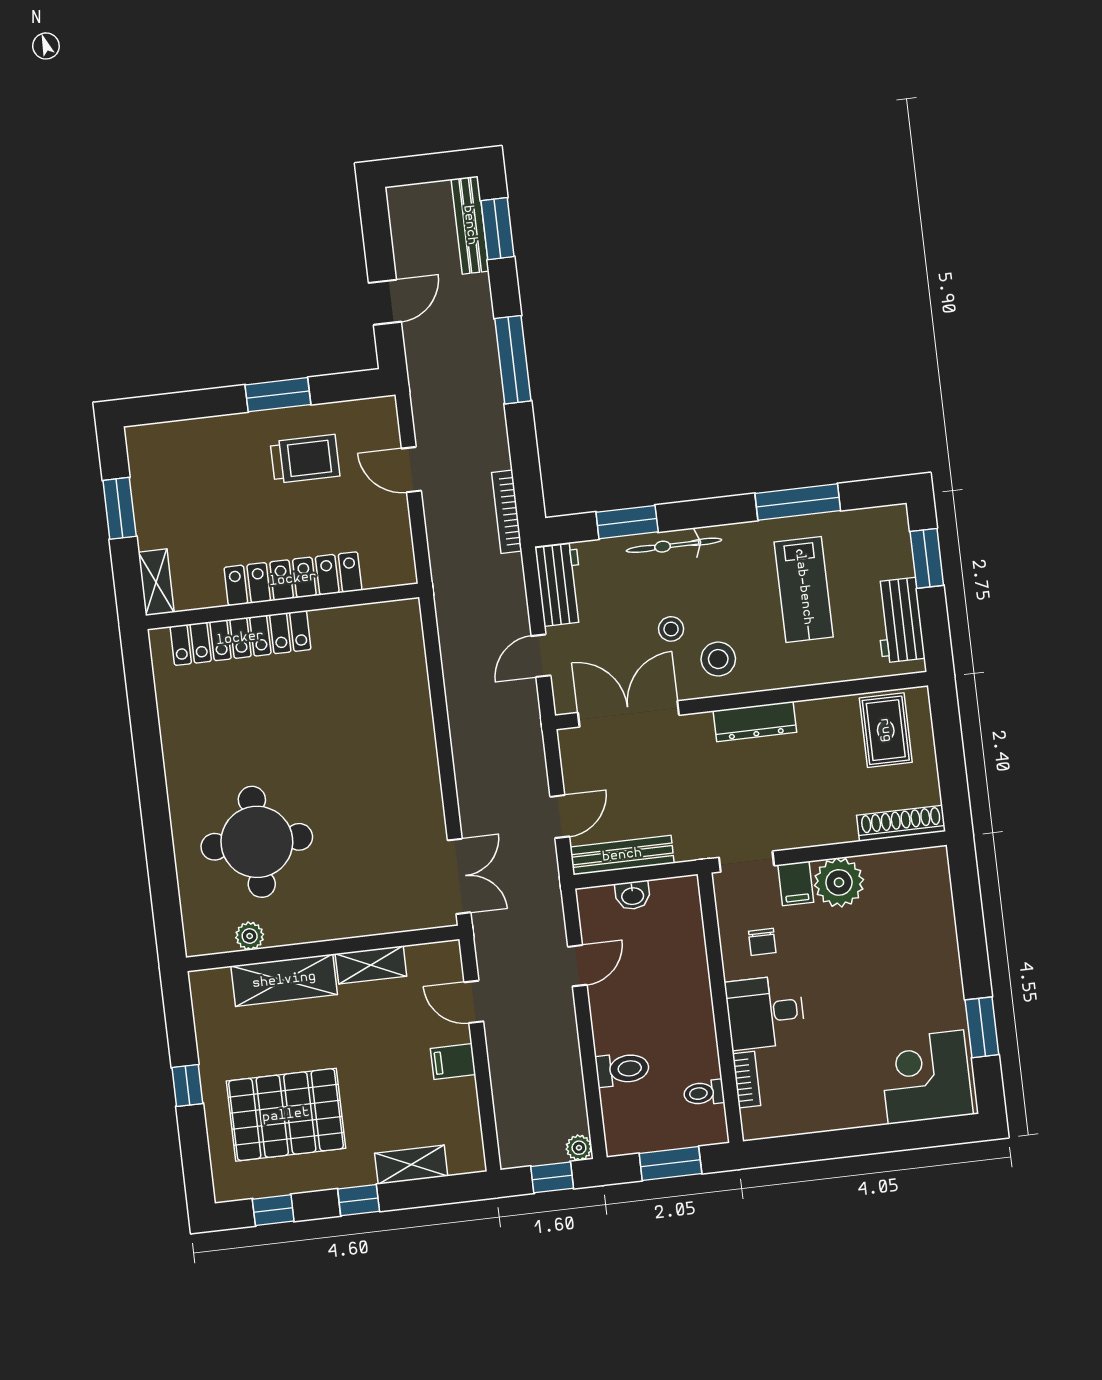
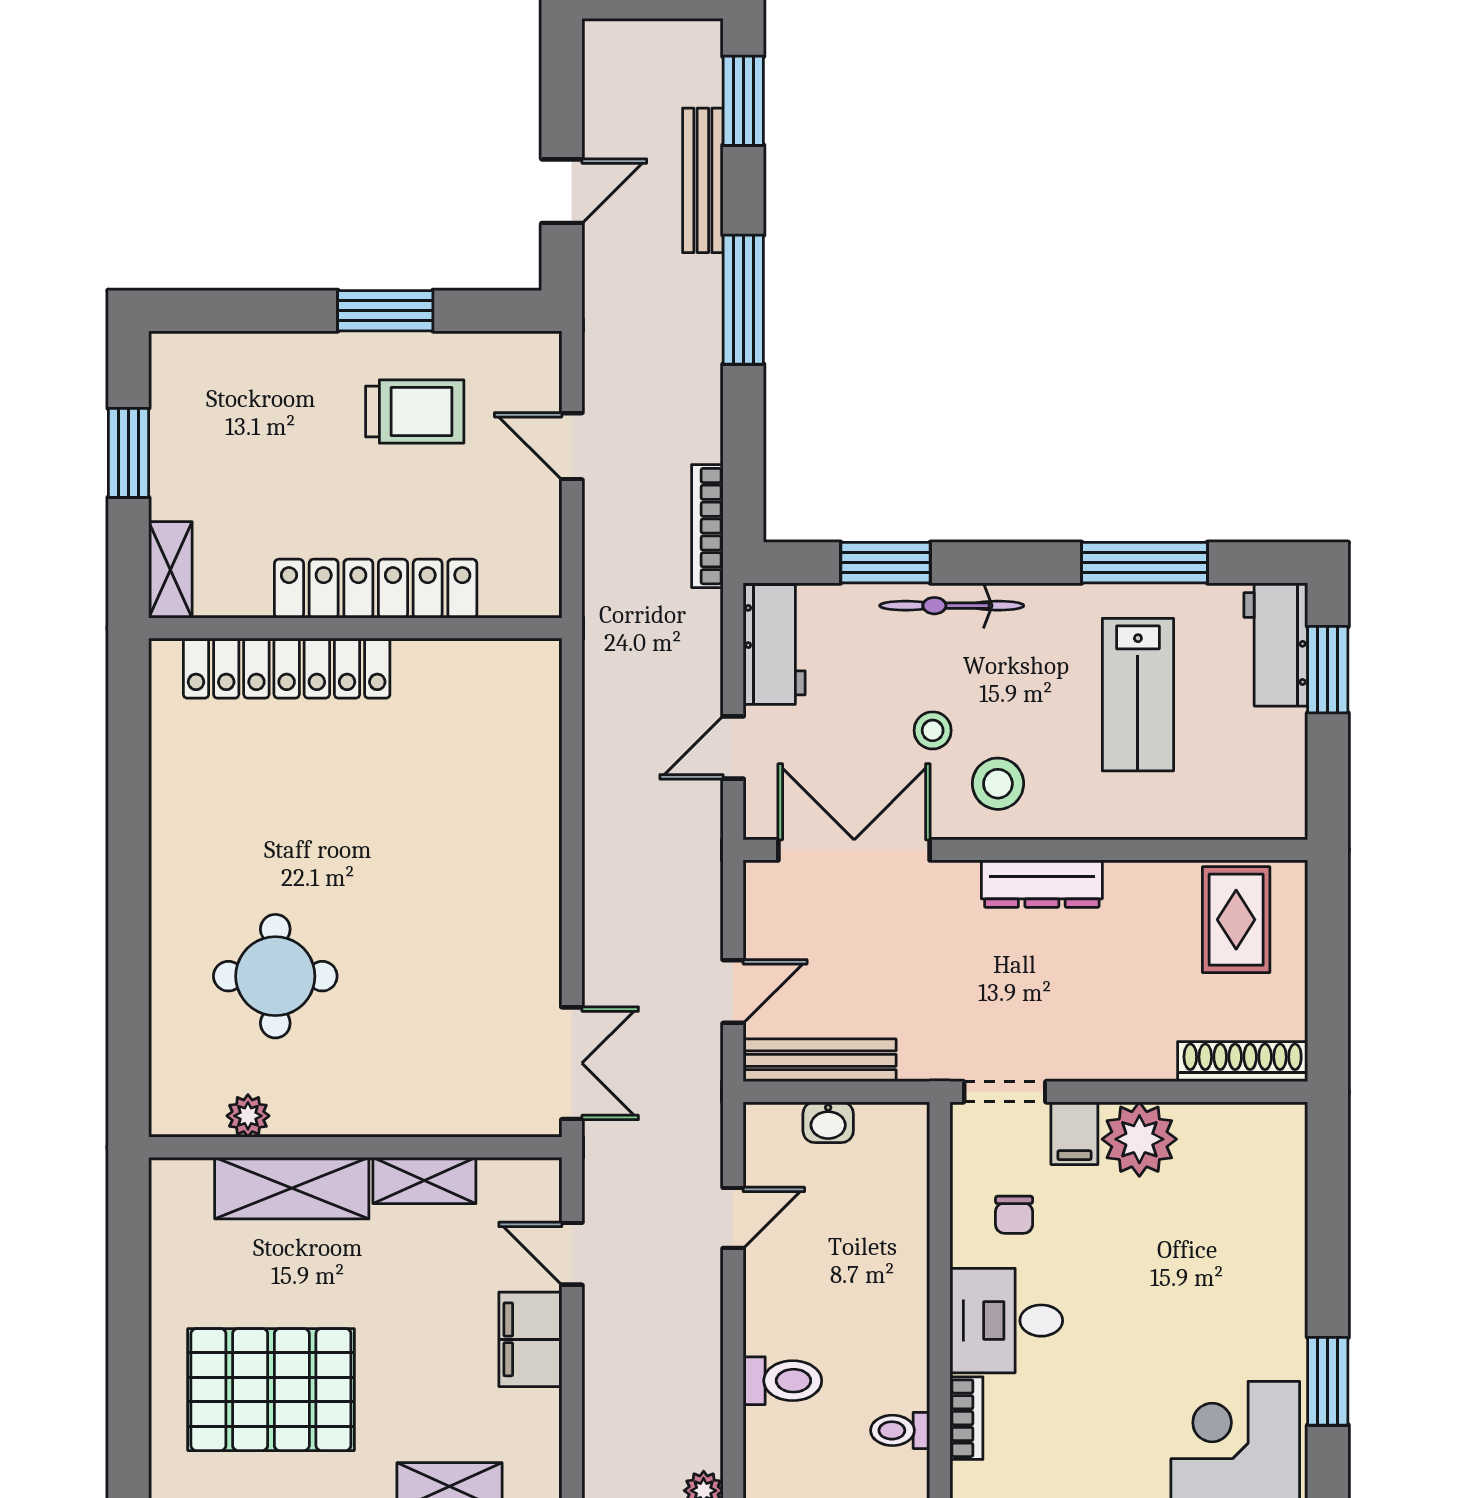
bench: (470, 225) -> (703, 180), moved
workbench: (899, 620) -> (1276, 644), moved
round table: (257, 842) -> (275, 976), width x0.73, depth x0.73
filing cabinet: (453, 1061) -> (530, 1339), width x2.00
window: (187, 1085) -> (128, 1329), removed

